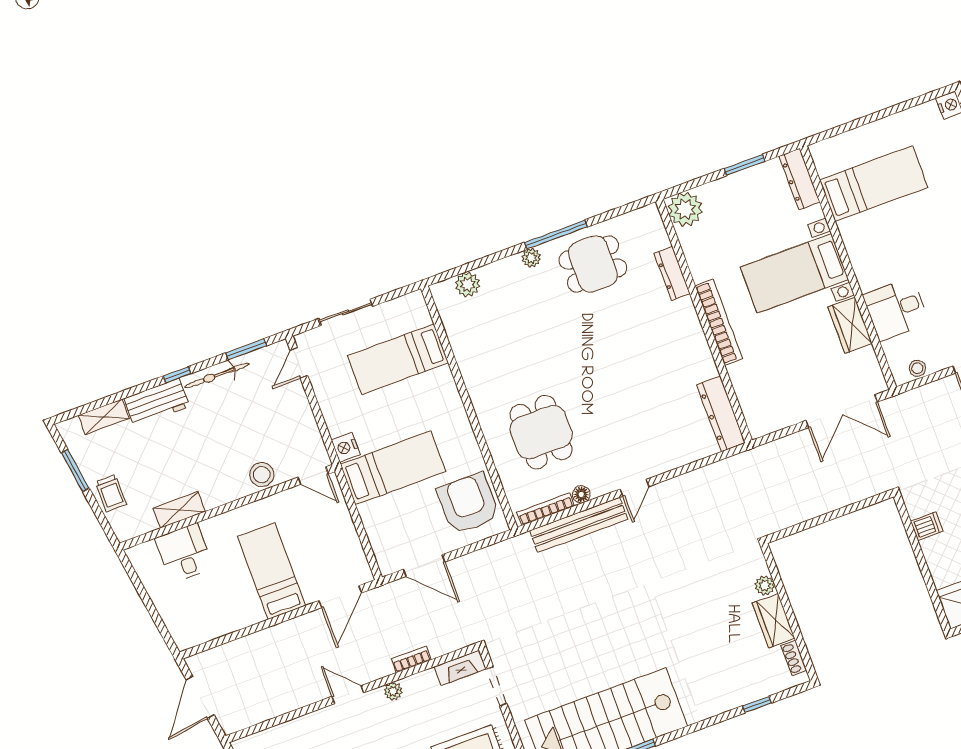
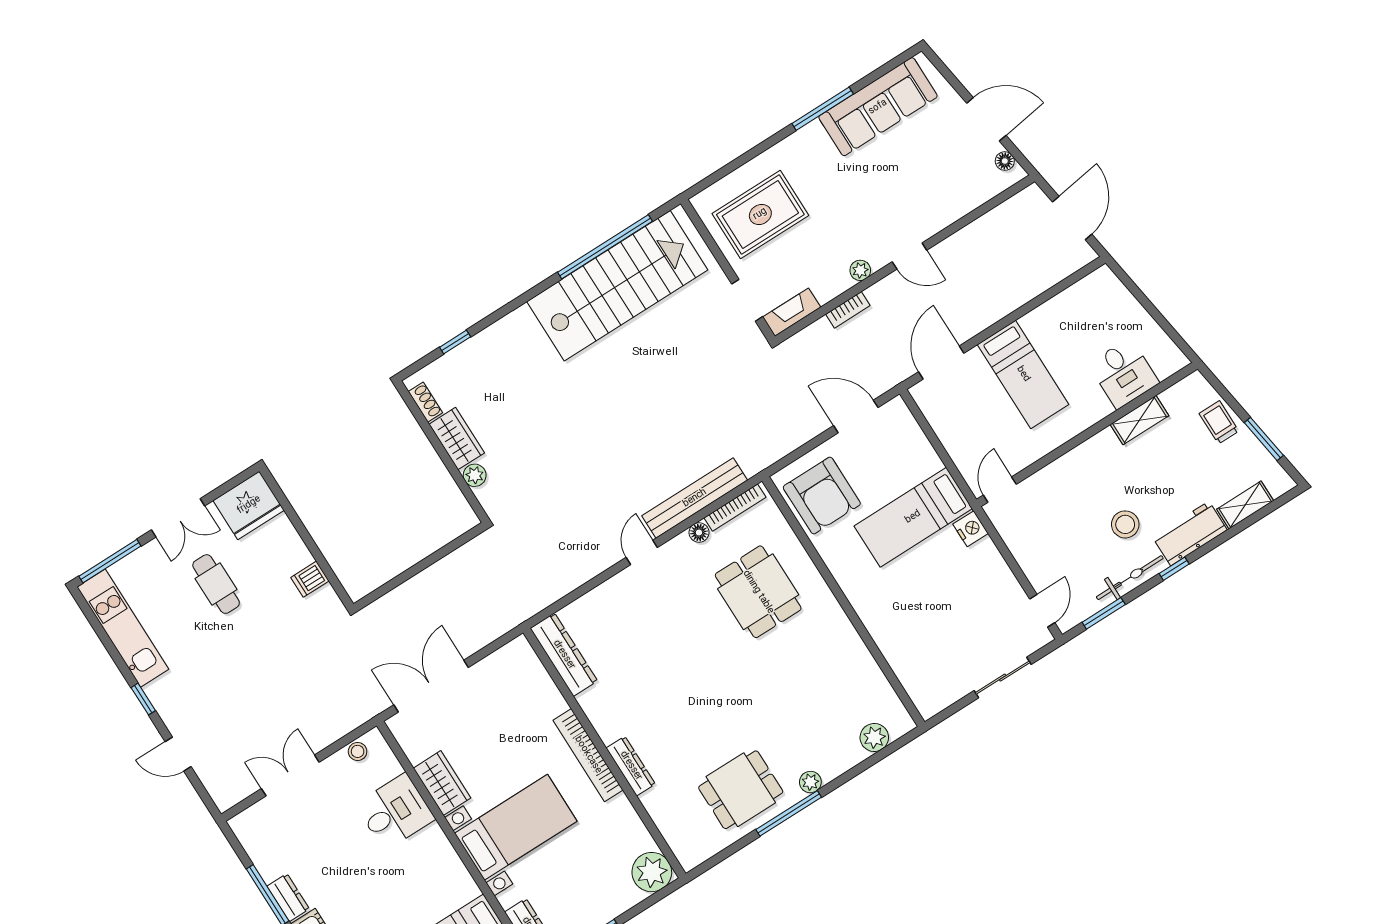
dresser: (672, 273) -> (631, 766), moved
bed: (398, 359) -> (933, 638), removed
stool: (262, 475) -> (1125, 524), moved
door: (313, 476) -> (1000, 490), hinge flipped

